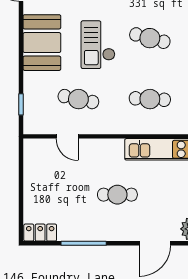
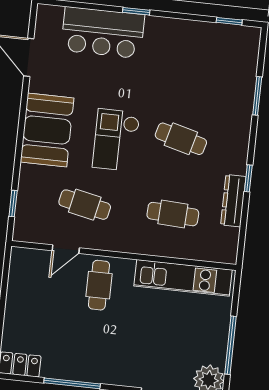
door: (67, 136) -> (66, 249), hinge flipped
cafe table: (117, 195) -> (99, 285), moved, turned 90

